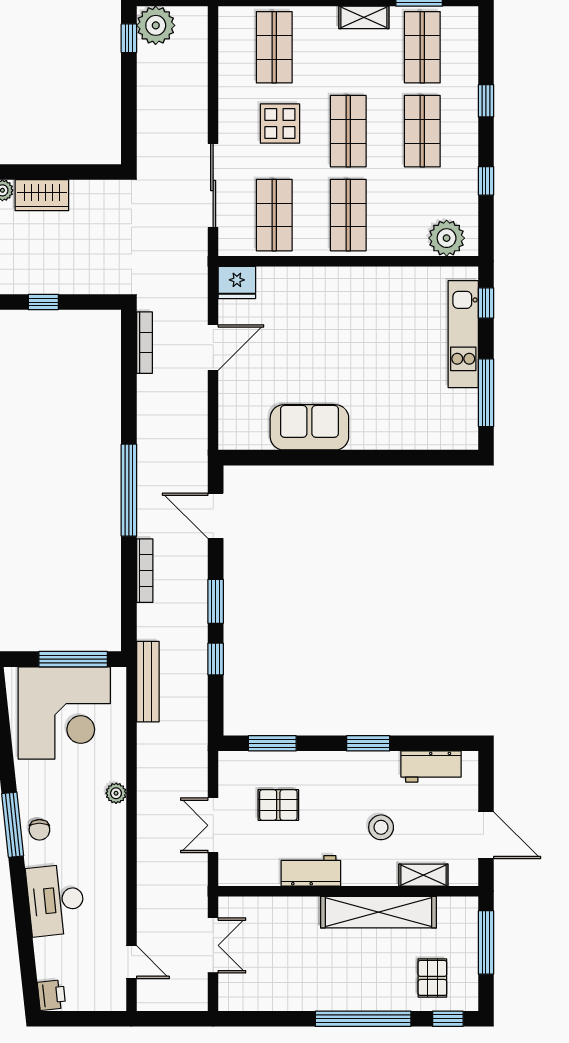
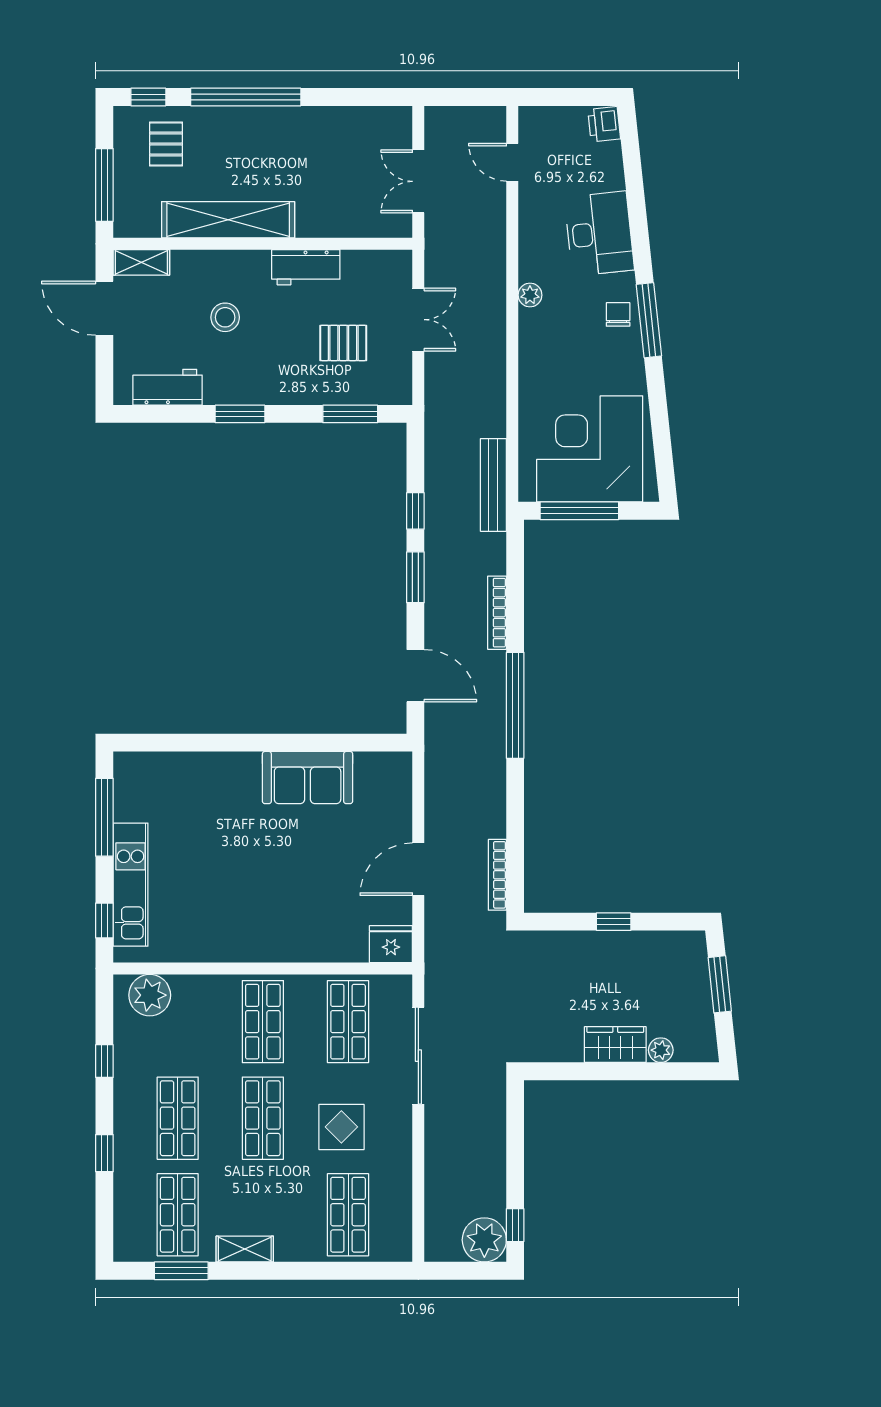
plant: (116, 793) -> (530, 295), moved
shelving: (423, 875) -> (141, 262), moved

